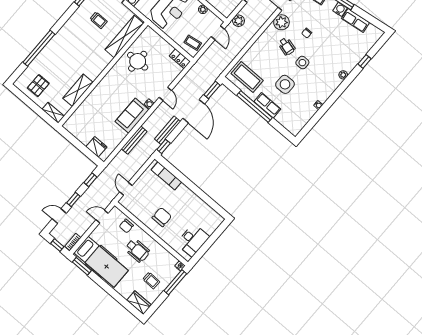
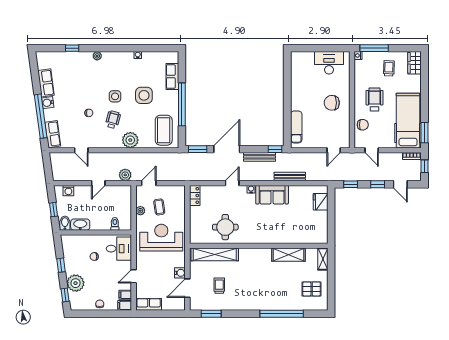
plant: (281, 22) -> (130, 140), moved
coffee table: (193, 43) -> (159, 207), moved
row of seats: (267, 105) -> (172, 77), moved

